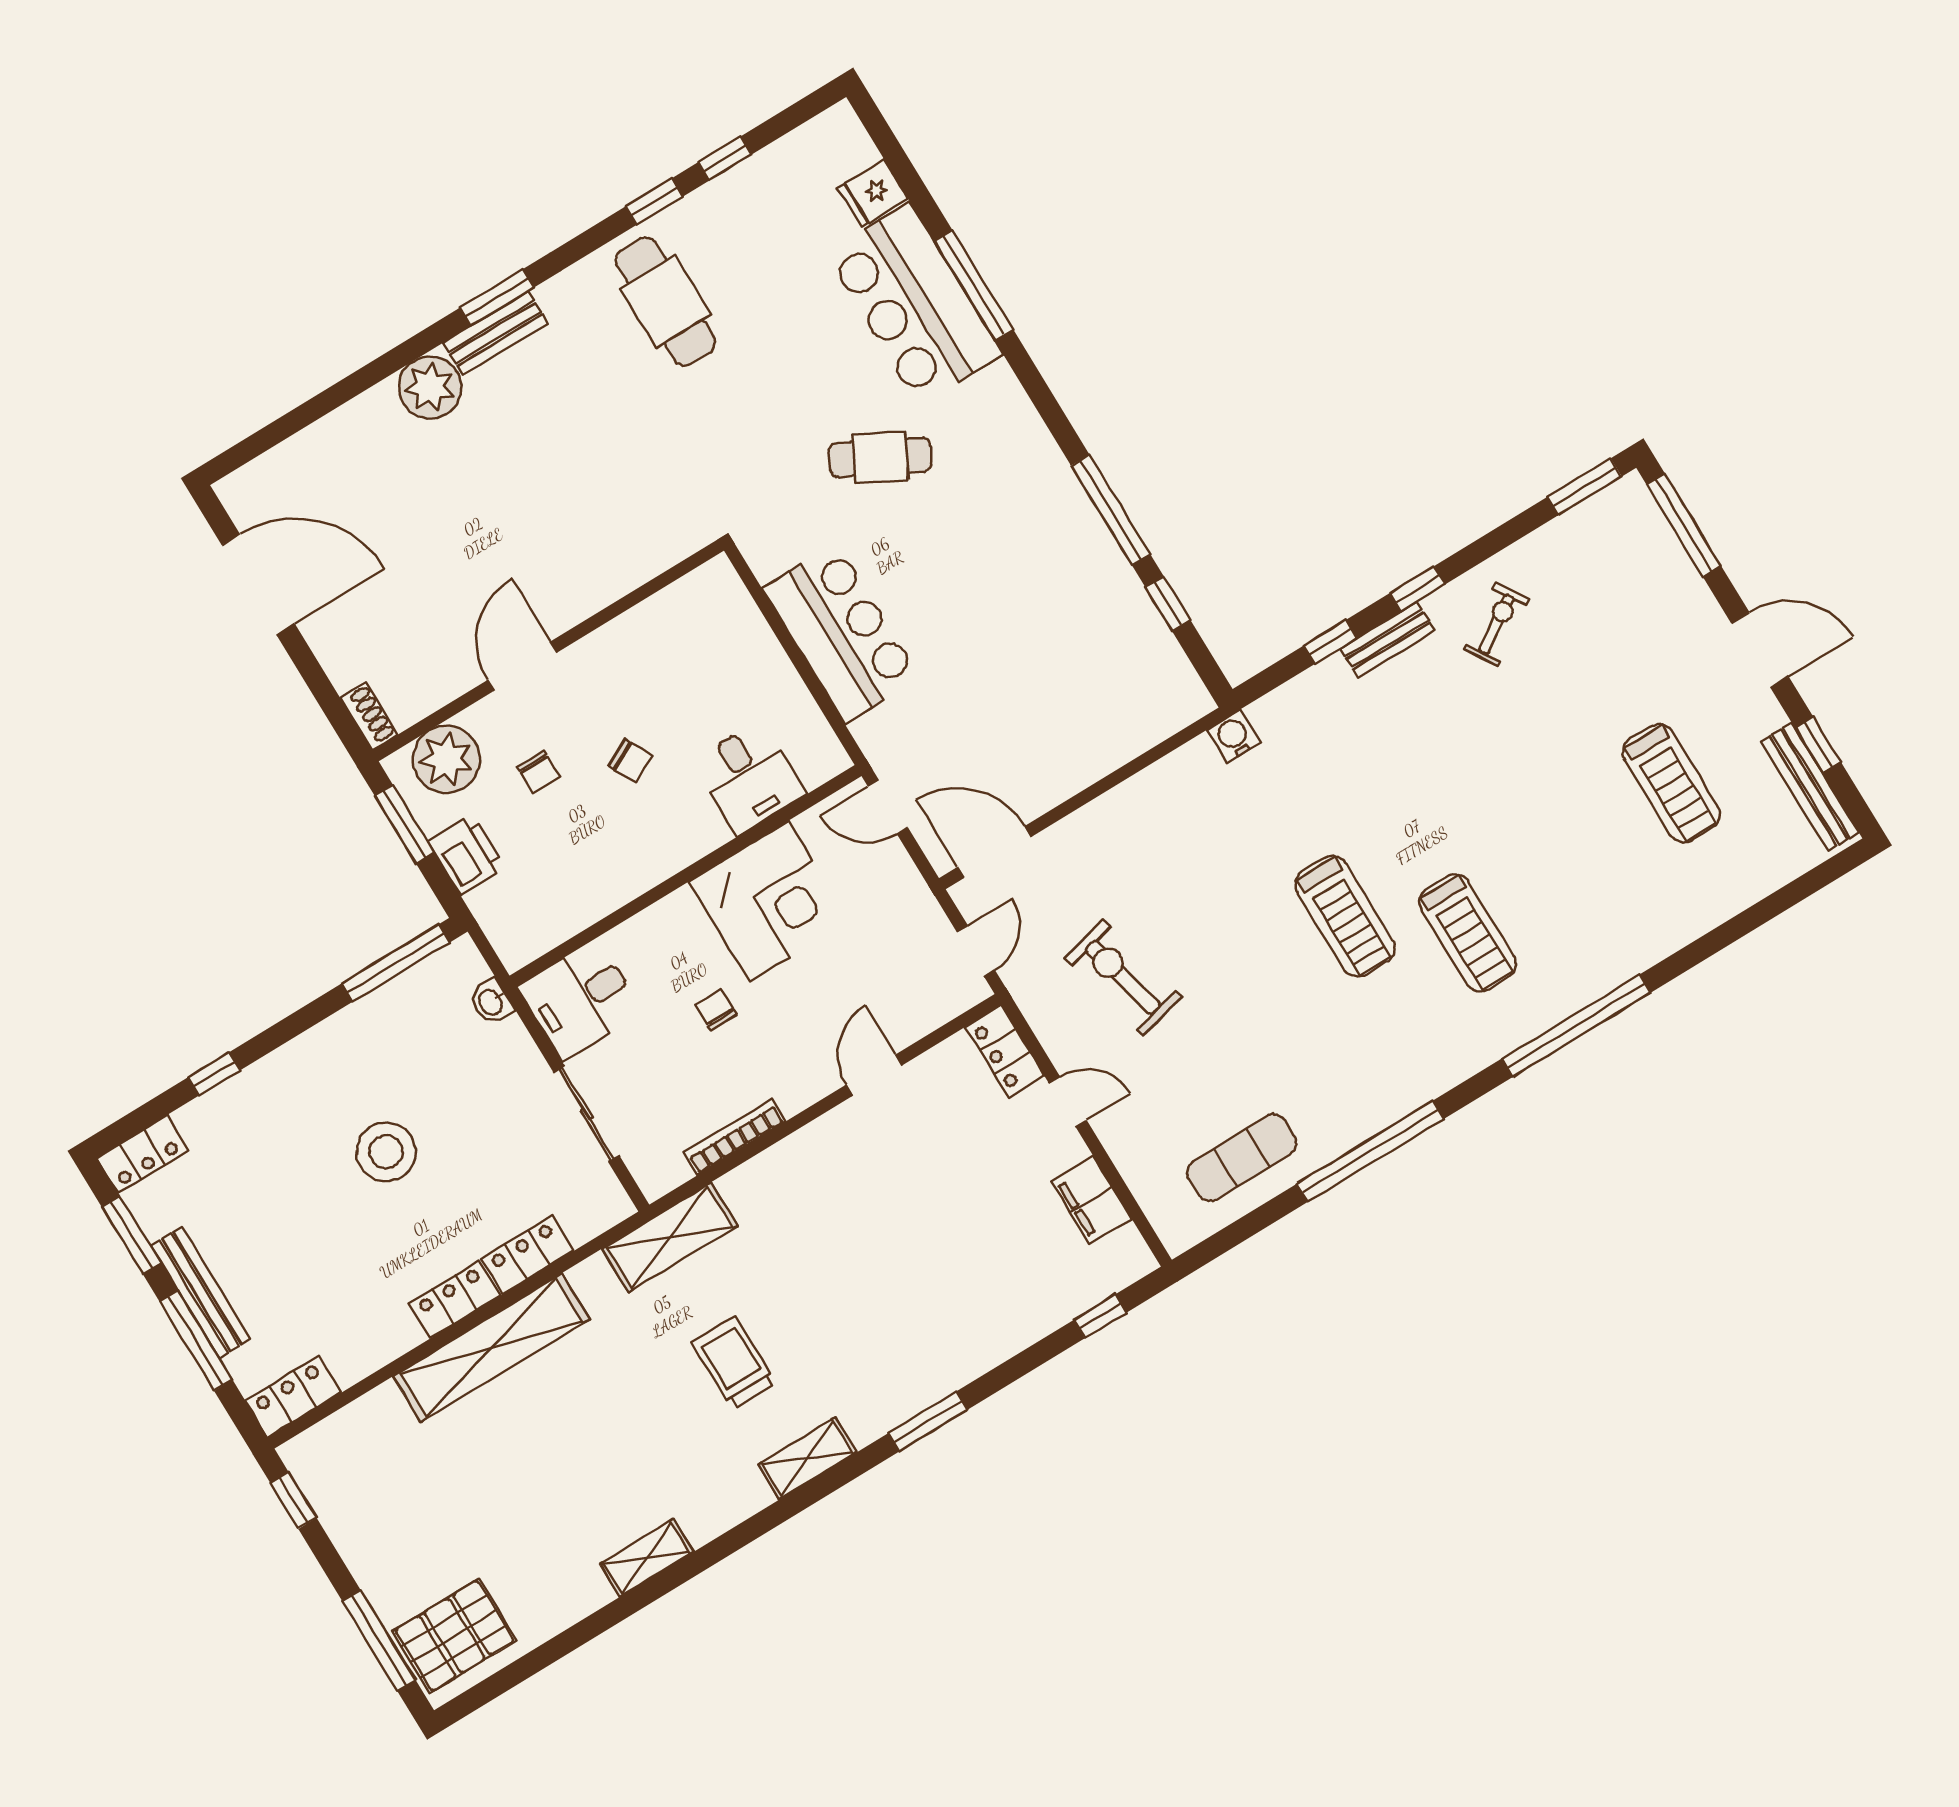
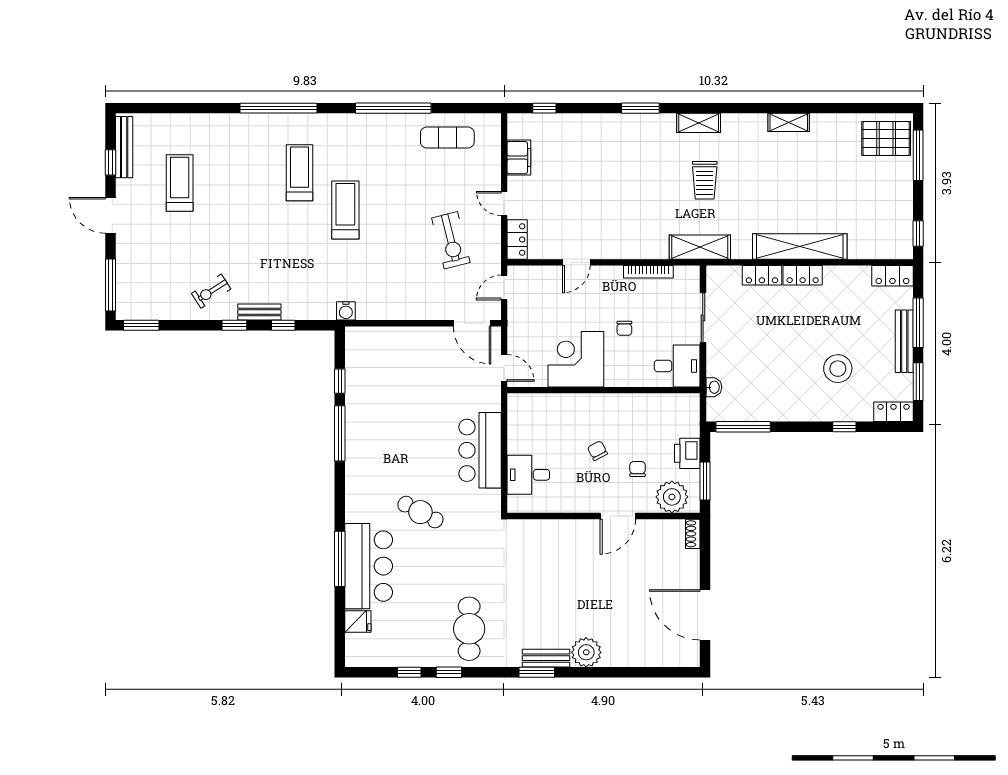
desk: (749, 778) -> (528, 475), moved, turned -90
stool: (386, 1152) -> (838, 369), moved

